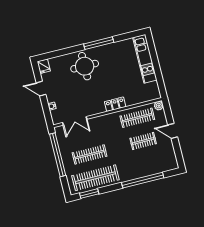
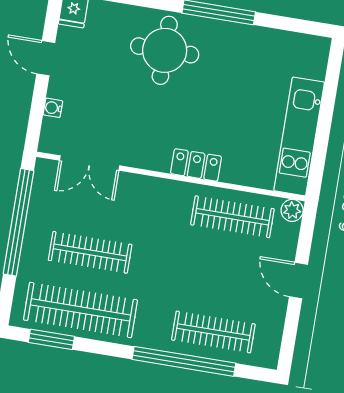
kitchen unit: (145, 59) -> (299, 136), moved
clothes rail: (143, 141) -> (213, 332), moved, width x1.36

